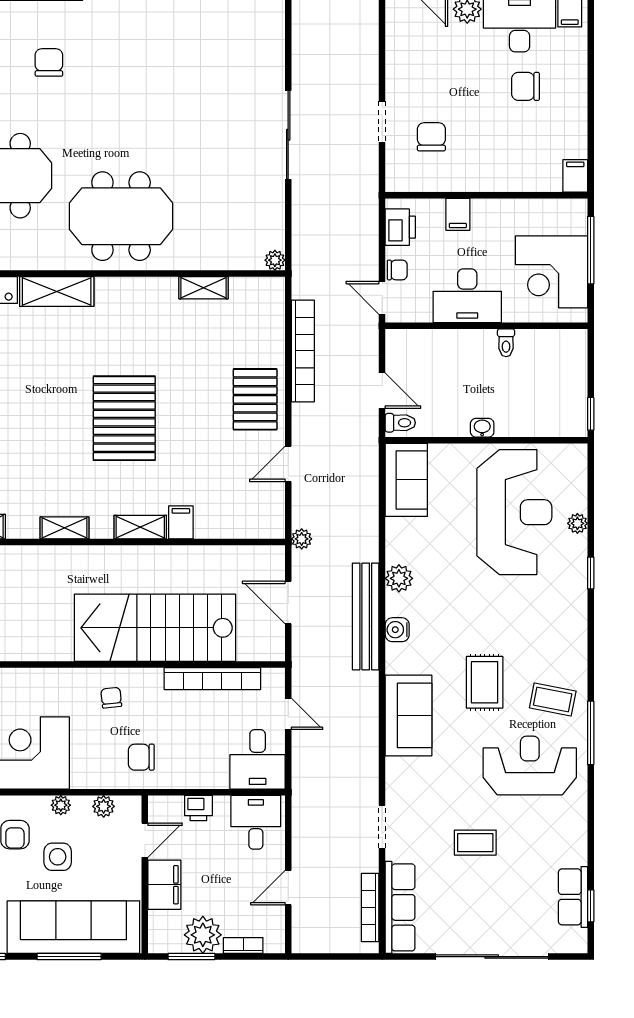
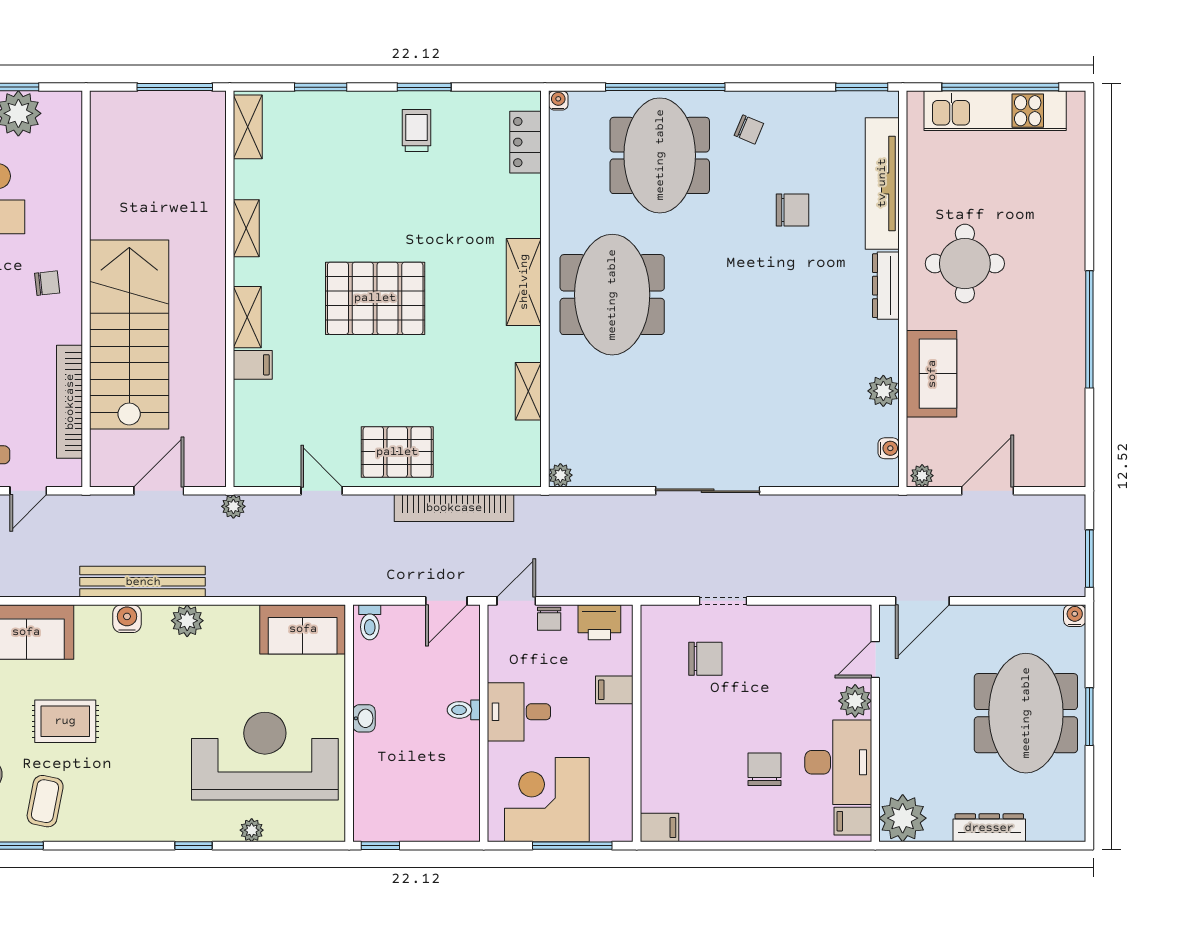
shelving: (57, 292) -> (524, 282), moved
desk: (467, 296) -> (519, 712), width x0.73
toilet: (506, 343) -> (464, 710), moved
door: (382, 391) -> (446, 601), moved
reception desk: (514, 512) -> (265, 756), turned 180

